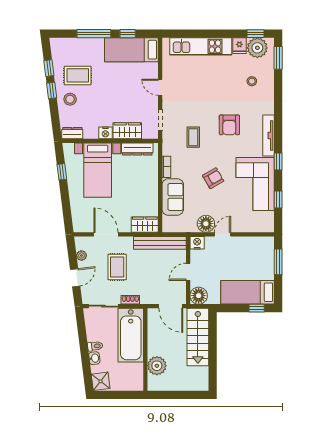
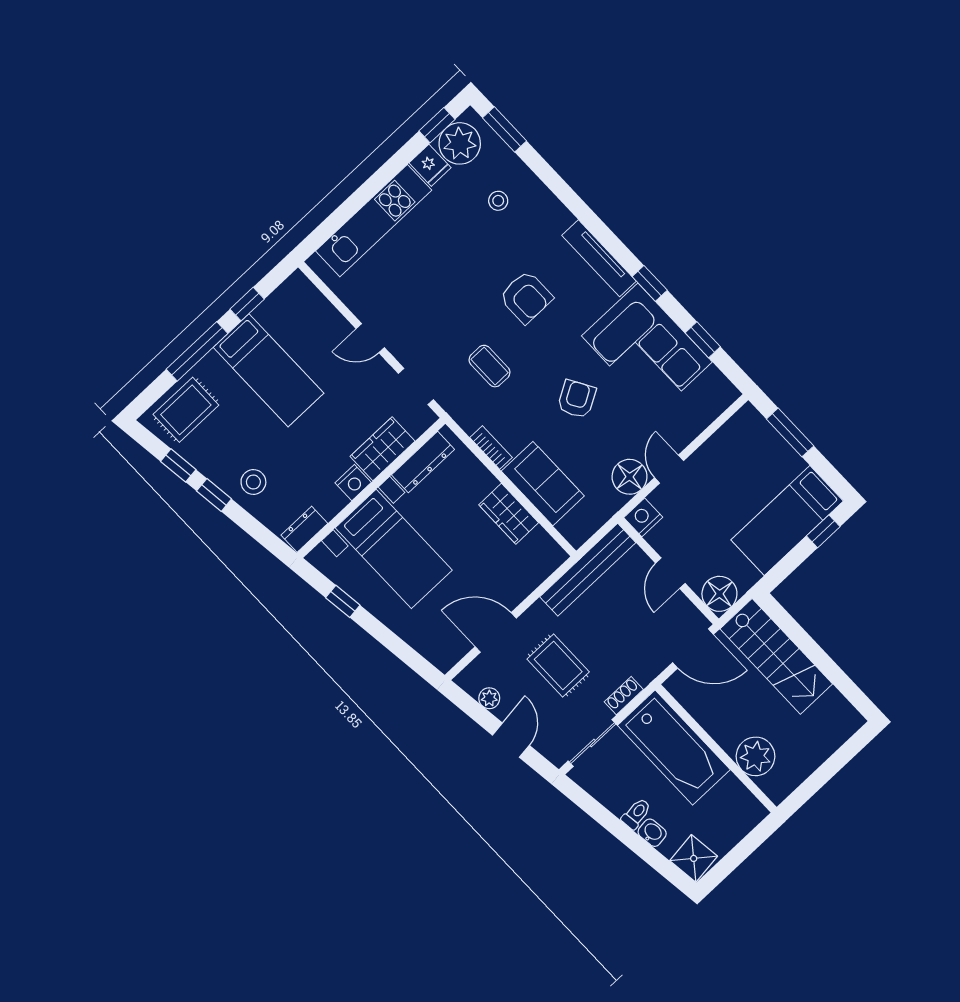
bed: (131, 50) -> (269, 370), moved, turned -90
rug: (78, 75) -> (186, 410), moved
wardrobe: (145, 225) -> (509, 514), moved, turned -90

